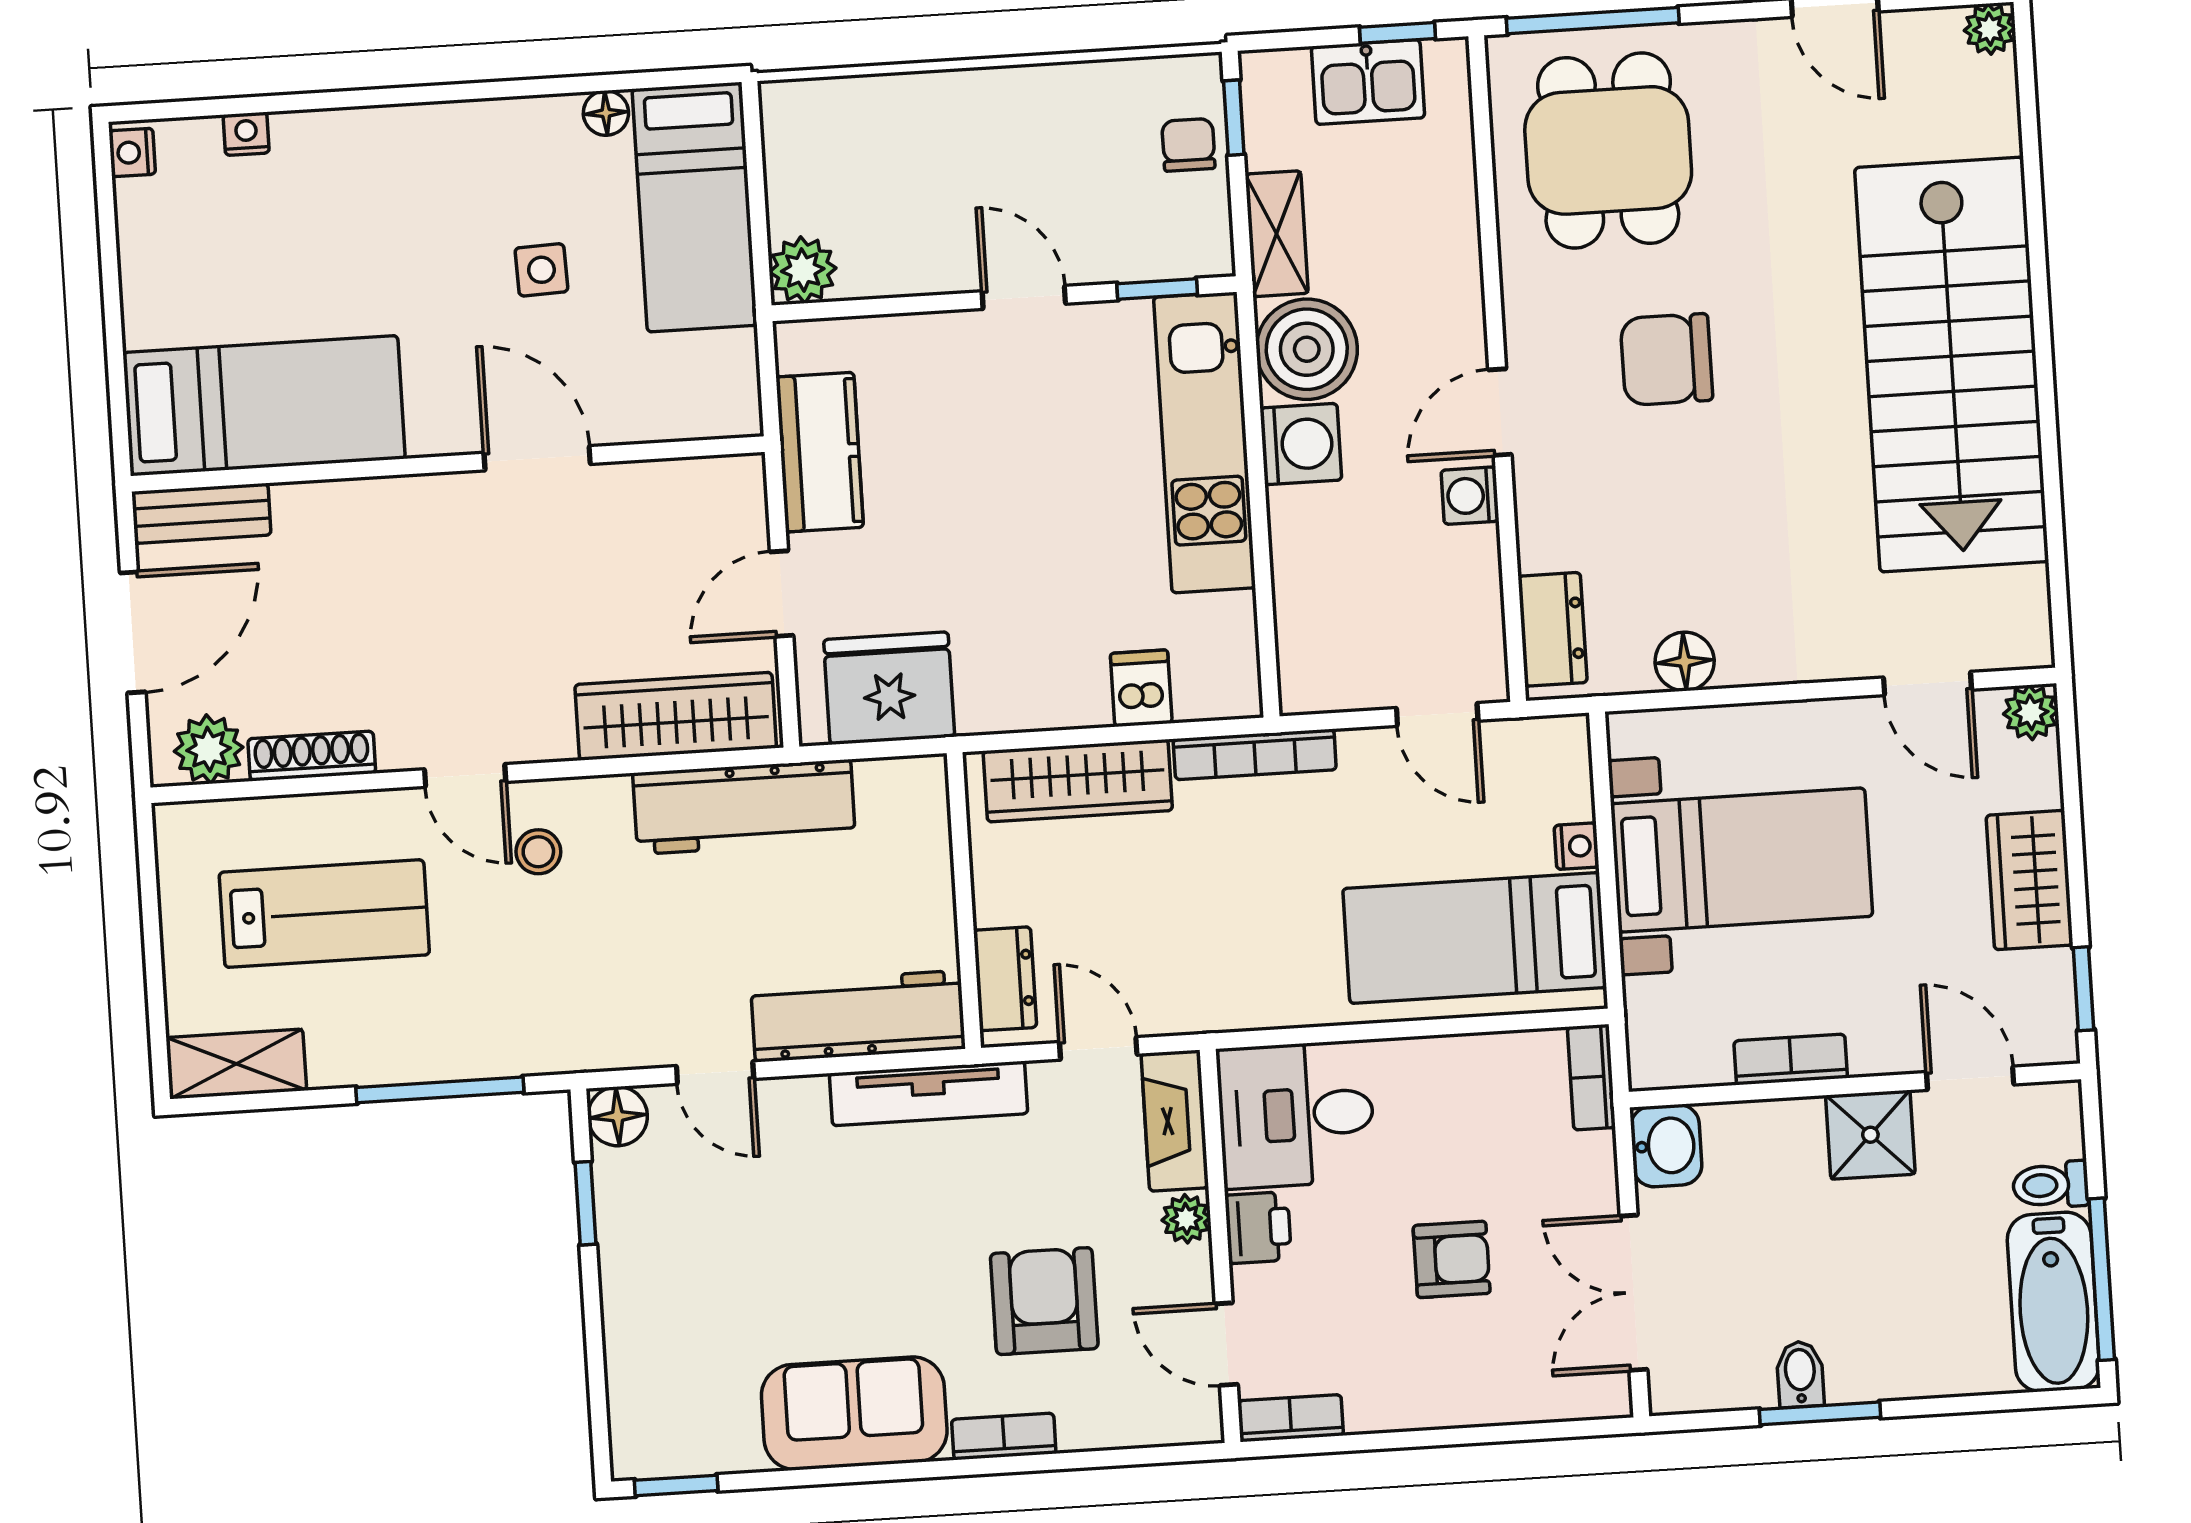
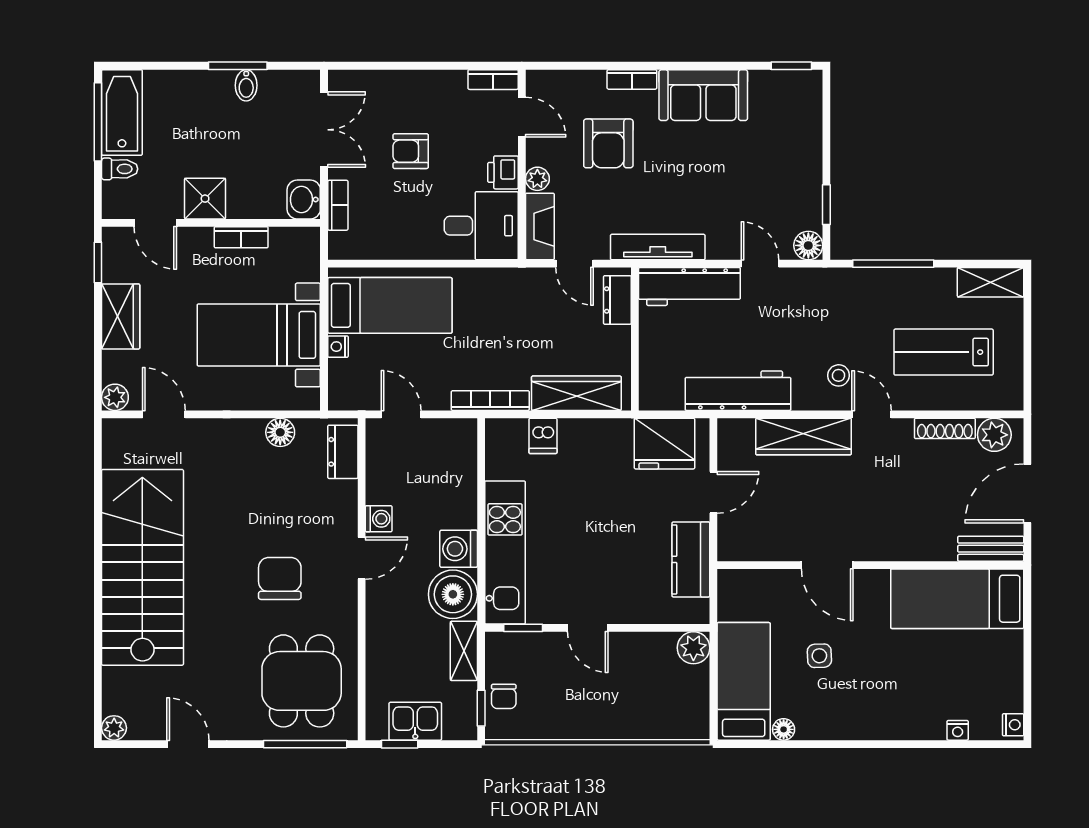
chair: (1666, 359) -> (280, 578), turned -90
wardrobe: (676, 716) -> (803, 437), moved
bookcase: (1591, 1077) -> (338, 205), moved

